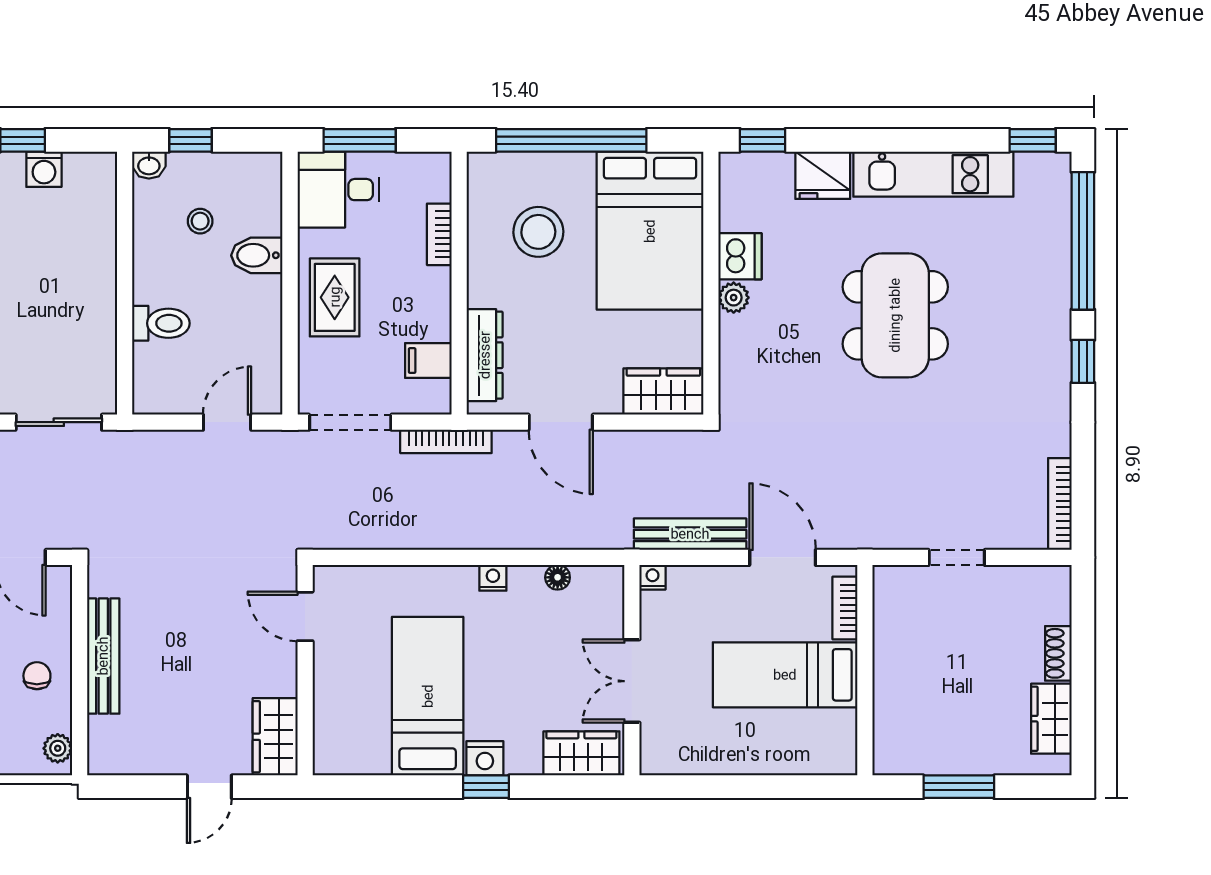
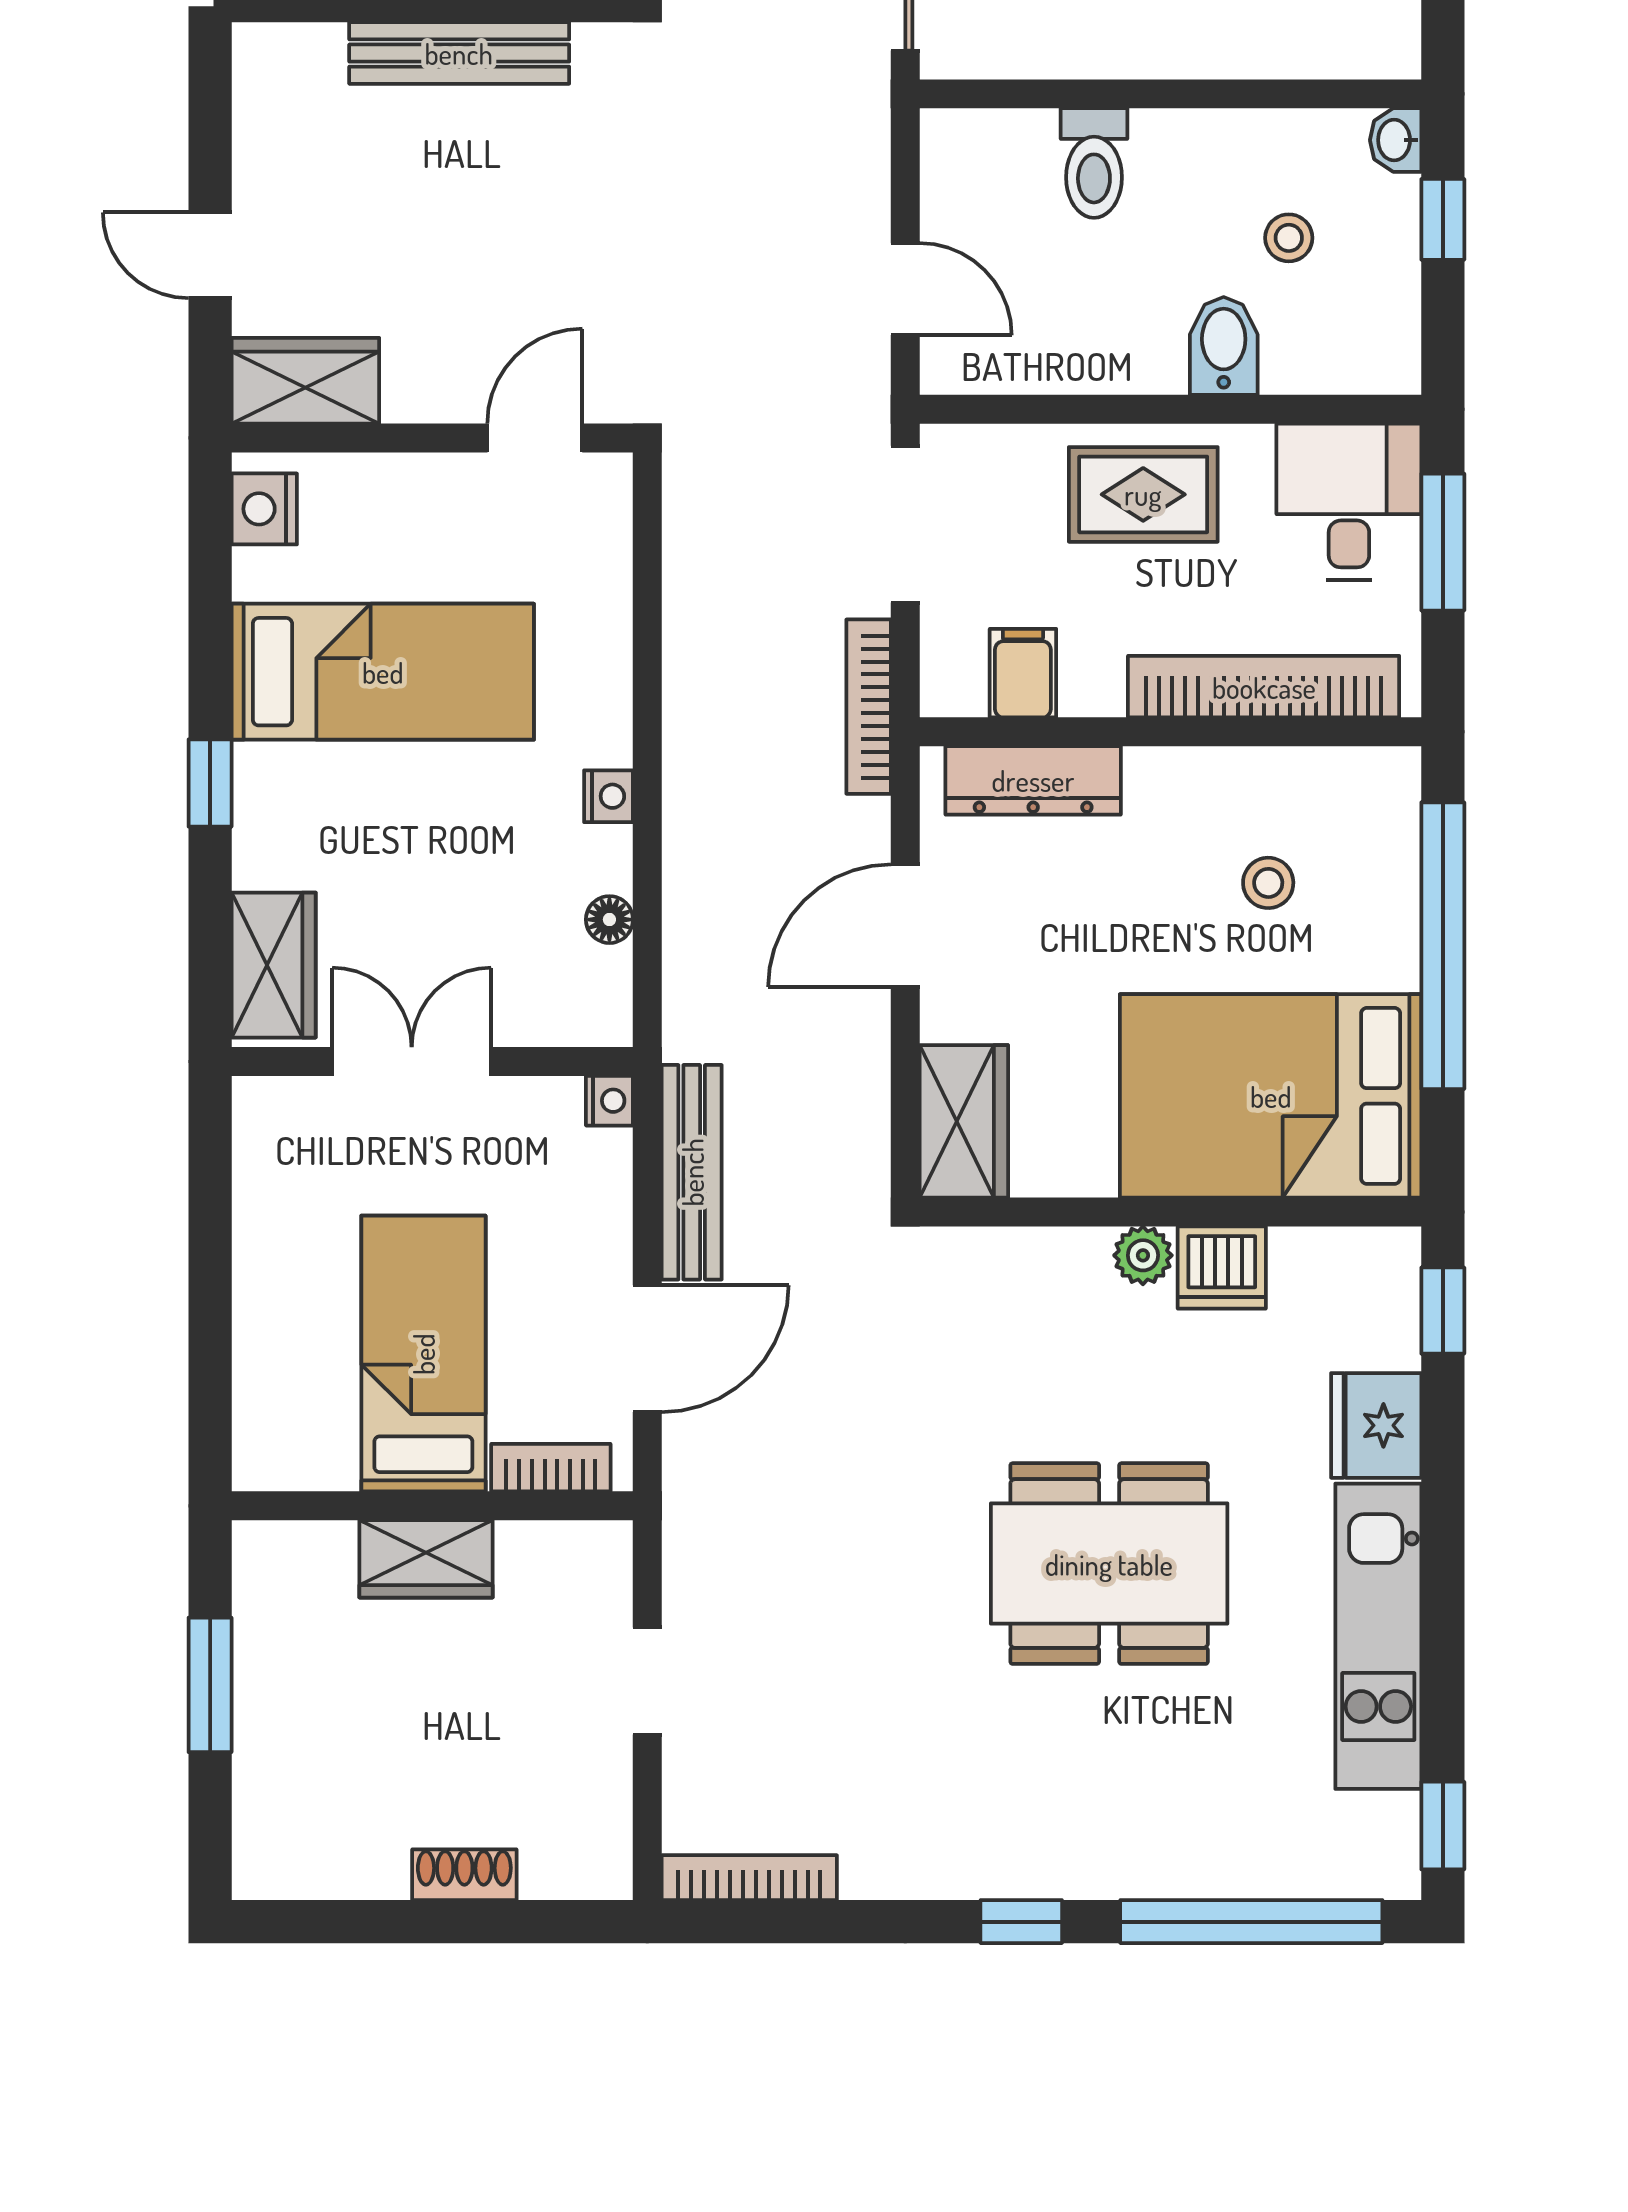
stool: (538, 232) -> (1268, 883), width x0.53, depth x0.53
bookcase: (439, 234) -> (1264, 687), width x2.31, depth x1.31
wardrobe: (1051, 719) -> (426, 1559), moved, turned 180
nightstand: (485, 758) -> (264, 509), moved

